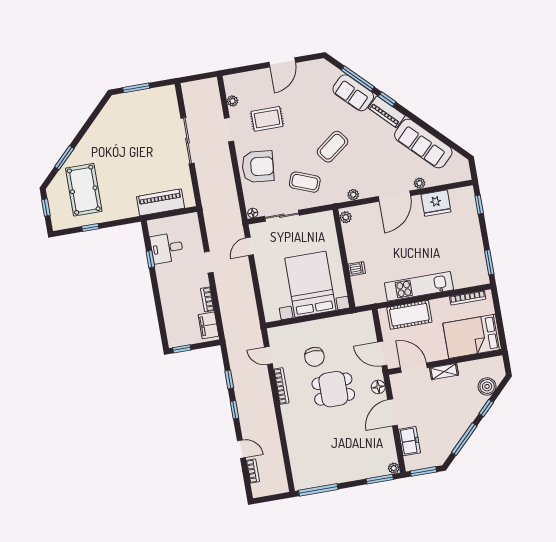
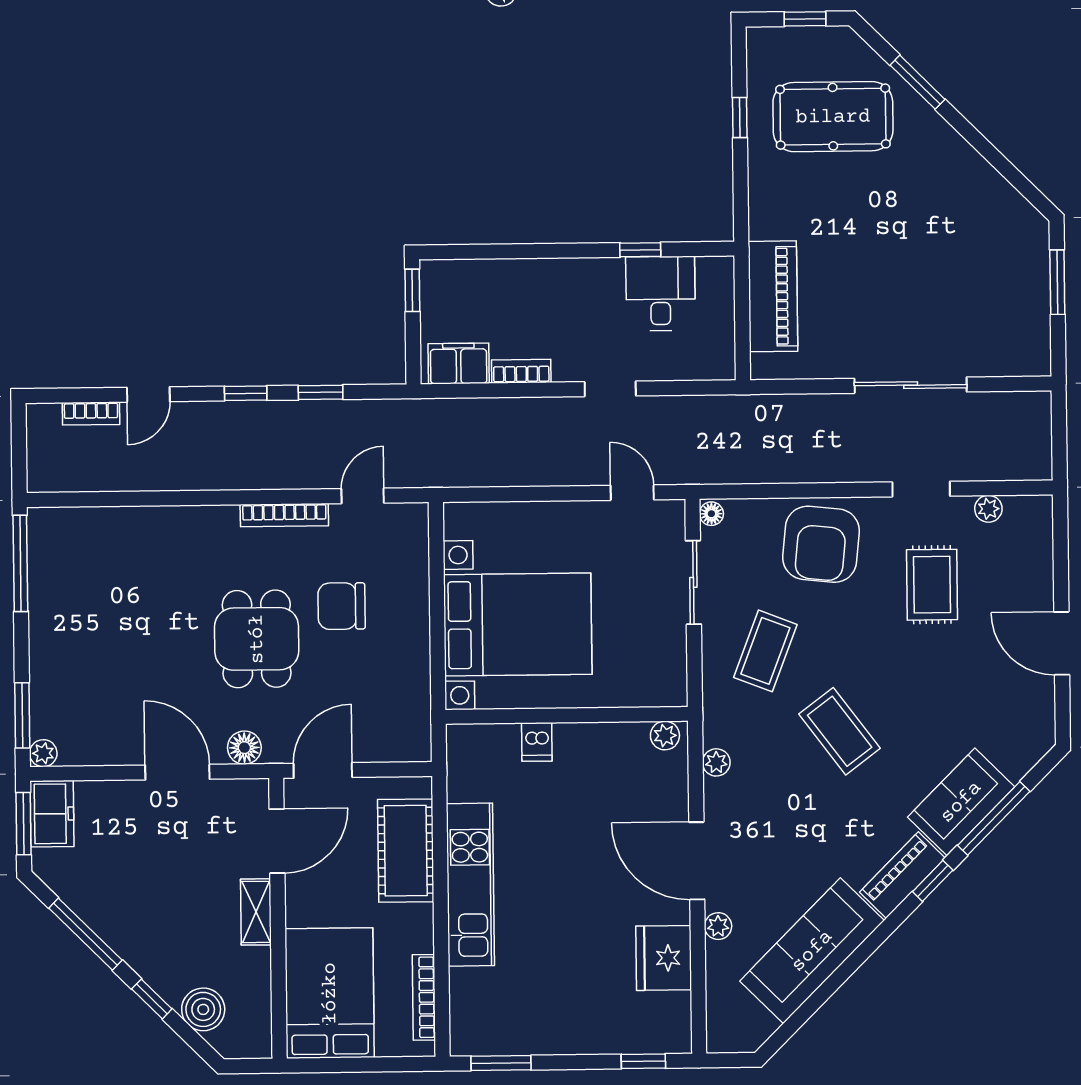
freezer: (409, 441) -> (52, 814), moved, turned -90

